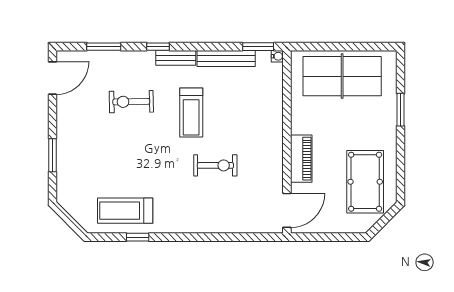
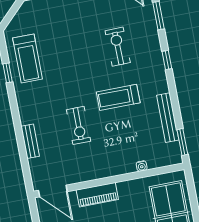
water cooler: (277, 56) -> (142, 166), moved
bench: (176, 58) -> (30, 141), moved
treadmill: (125, 211) -> (28, 58), turned 180

